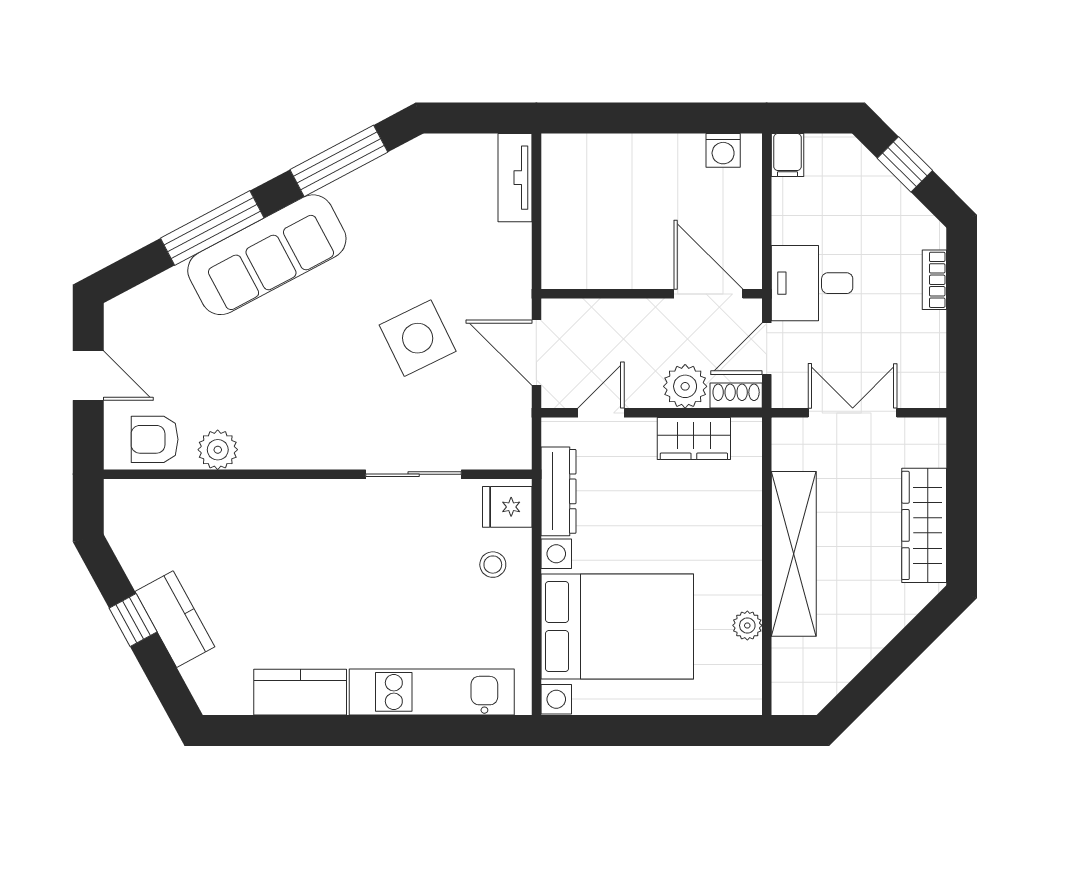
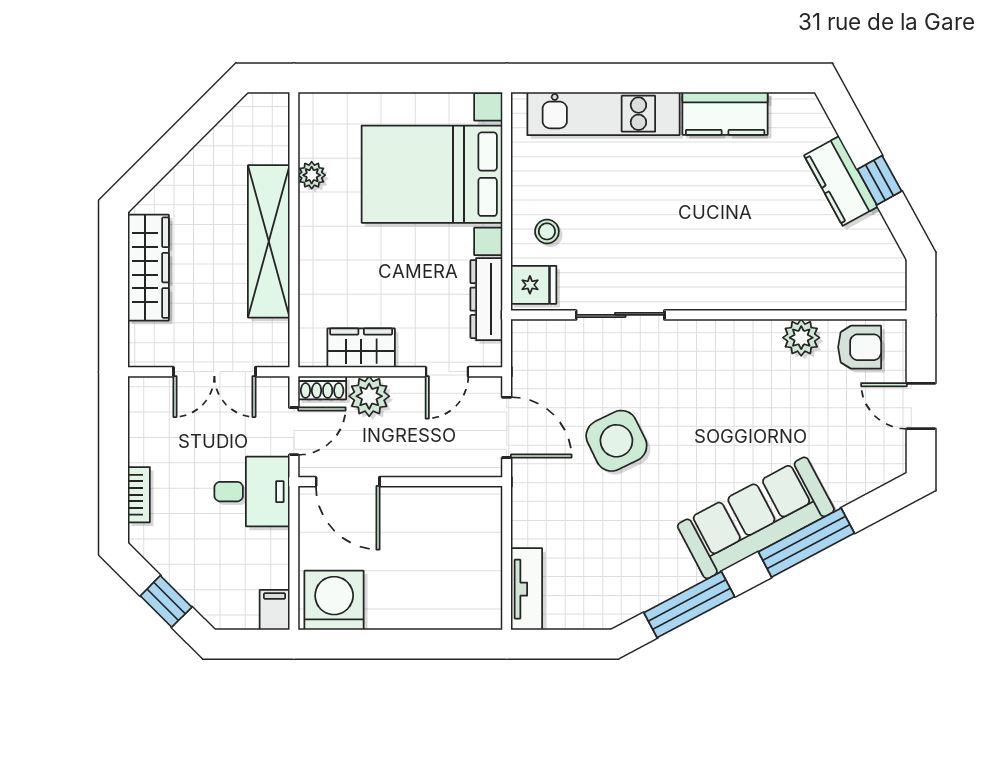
washing machine: (723, 150) -> (334, 600), width x1.89, depth x1.89

